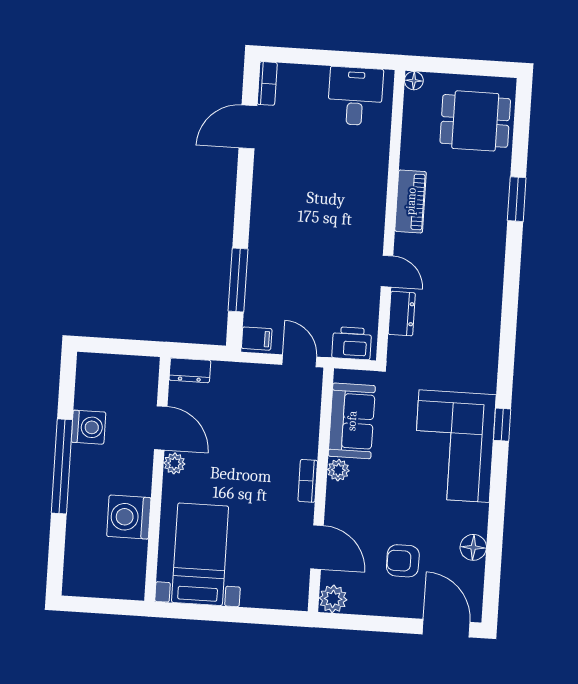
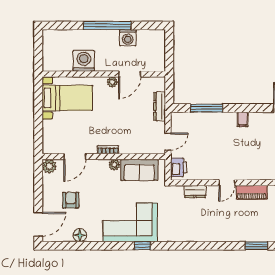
door: (387, 271) -> (227, 183), moved
filing cabinet: (257, 339) -> (243, 119), moved
dresser: (190, 370) -> (160, 106), moved, width x1.44

